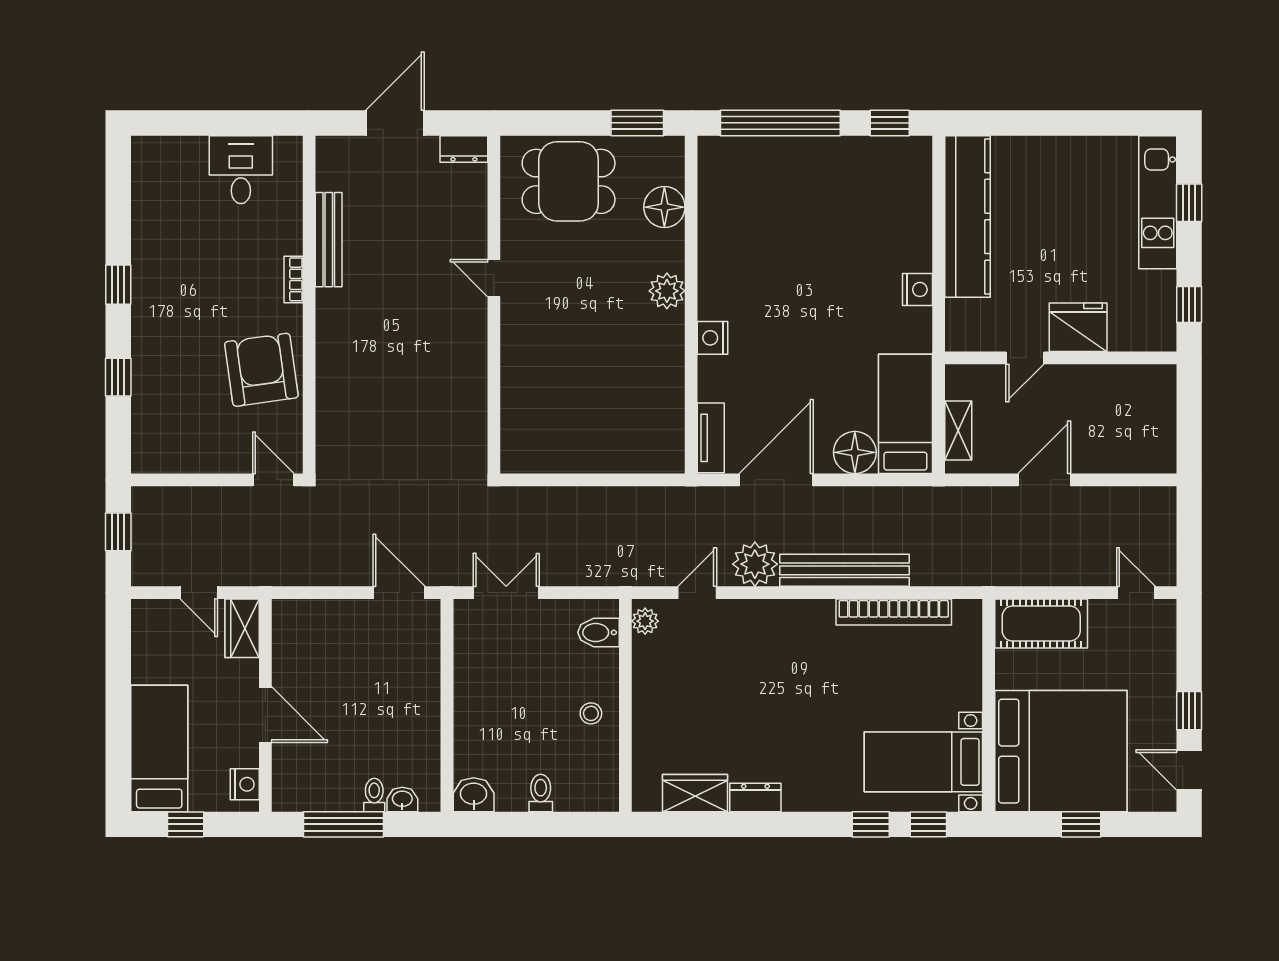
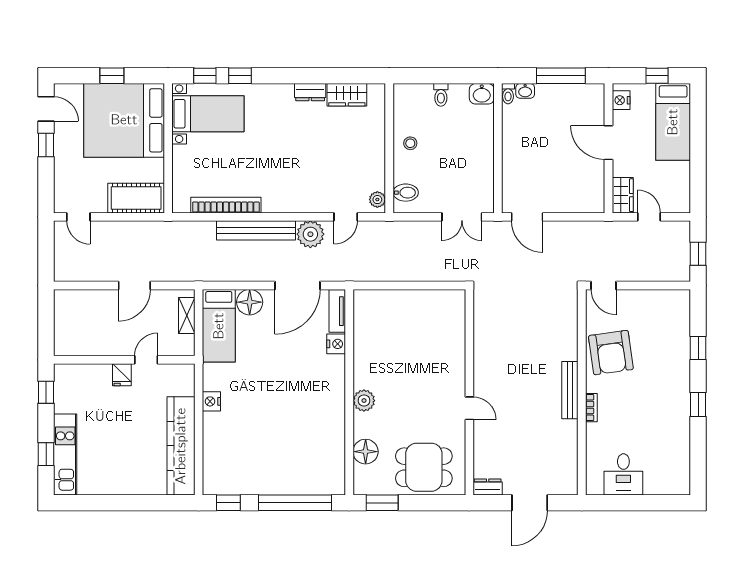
bench: (329, 240) -> (570, 390), moved
fridge: (1078, 327) -> (122, 375), width x0.53, depth x0.75
nightstand: (713, 338) -> (336, 344), moved
toilet: (374, 795) -> (508, 94), moved

